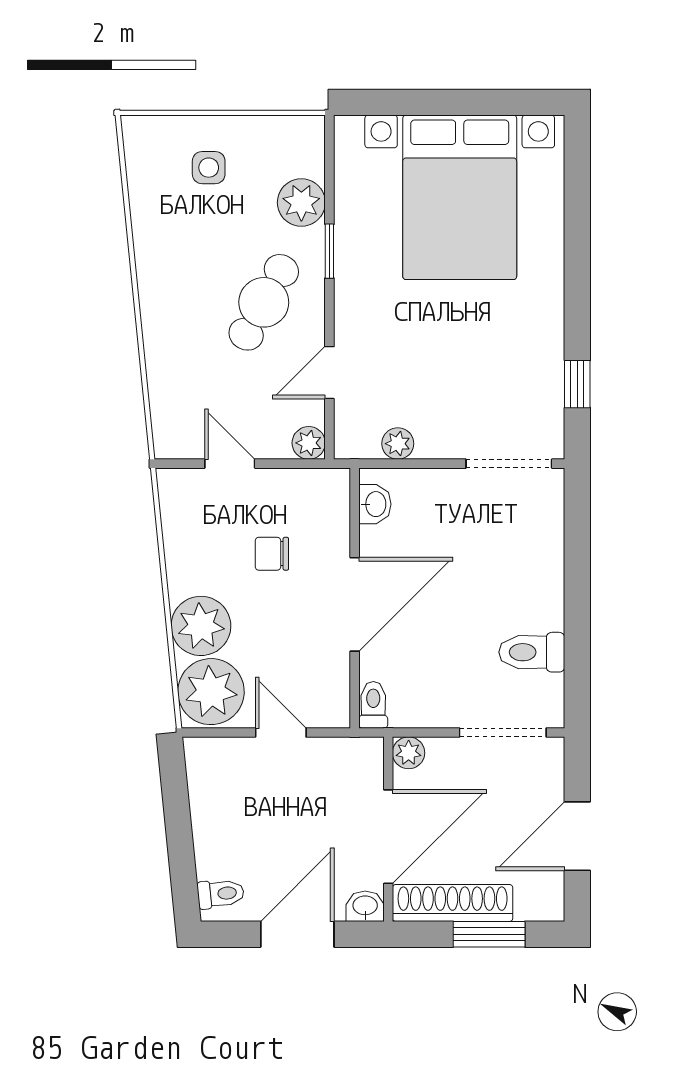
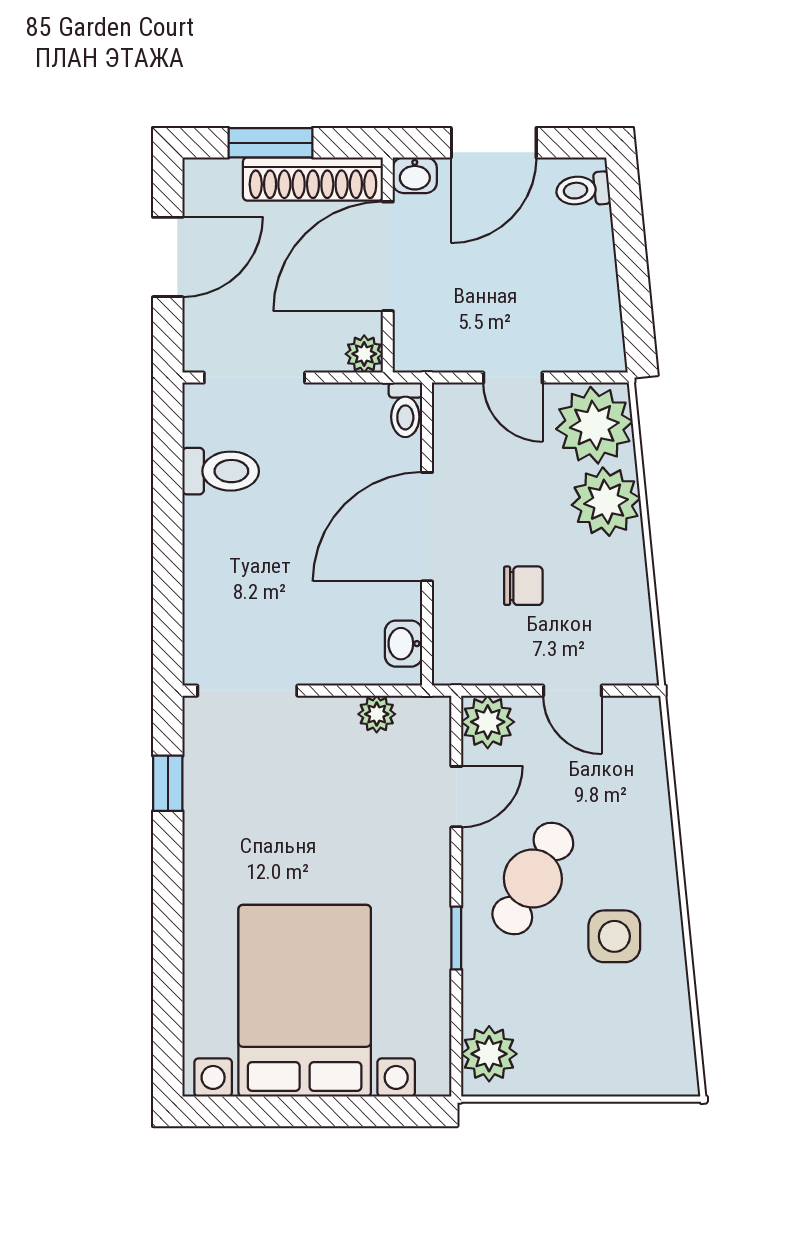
side table: (209, 168) -> (614, 936), moved, width x1.37, depth x1.37
plant: (301, 203) -> (489, 1054), moved
plant: (309, 443) -> (488, 722), width x1.38, depth x1.38

